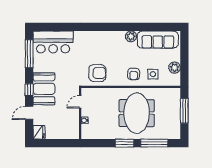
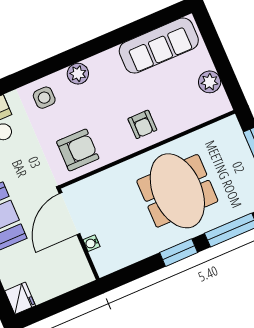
plant: (131, 36) -> (78, 74), moved
side table: (153, 74) -> (44, 98), moved
door: (80, 102) -> (70, 214), width x1.88

